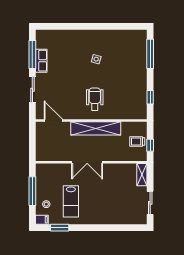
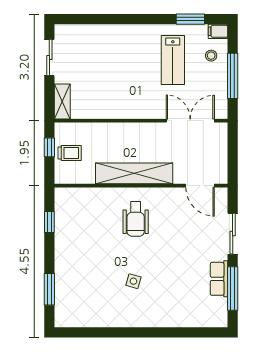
window: (150, 54) -> (49, 289), width x0.69
double door: (87, 162) -> (190, 121), moved
lab bench: (71, 201) -> (173, 60), turned 180

